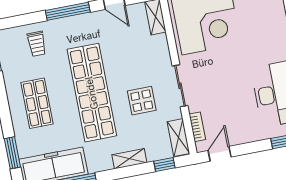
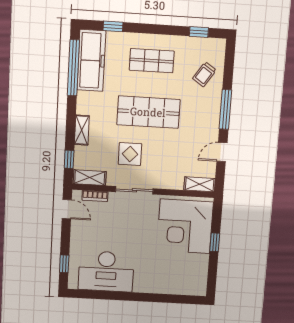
trolley: (37, 44) -> (204, 74), turned -56
shop shelf: (92, 93) -> (148, 112), width x0.71
window: (12, 153) -> (113, 26), width x0.67

